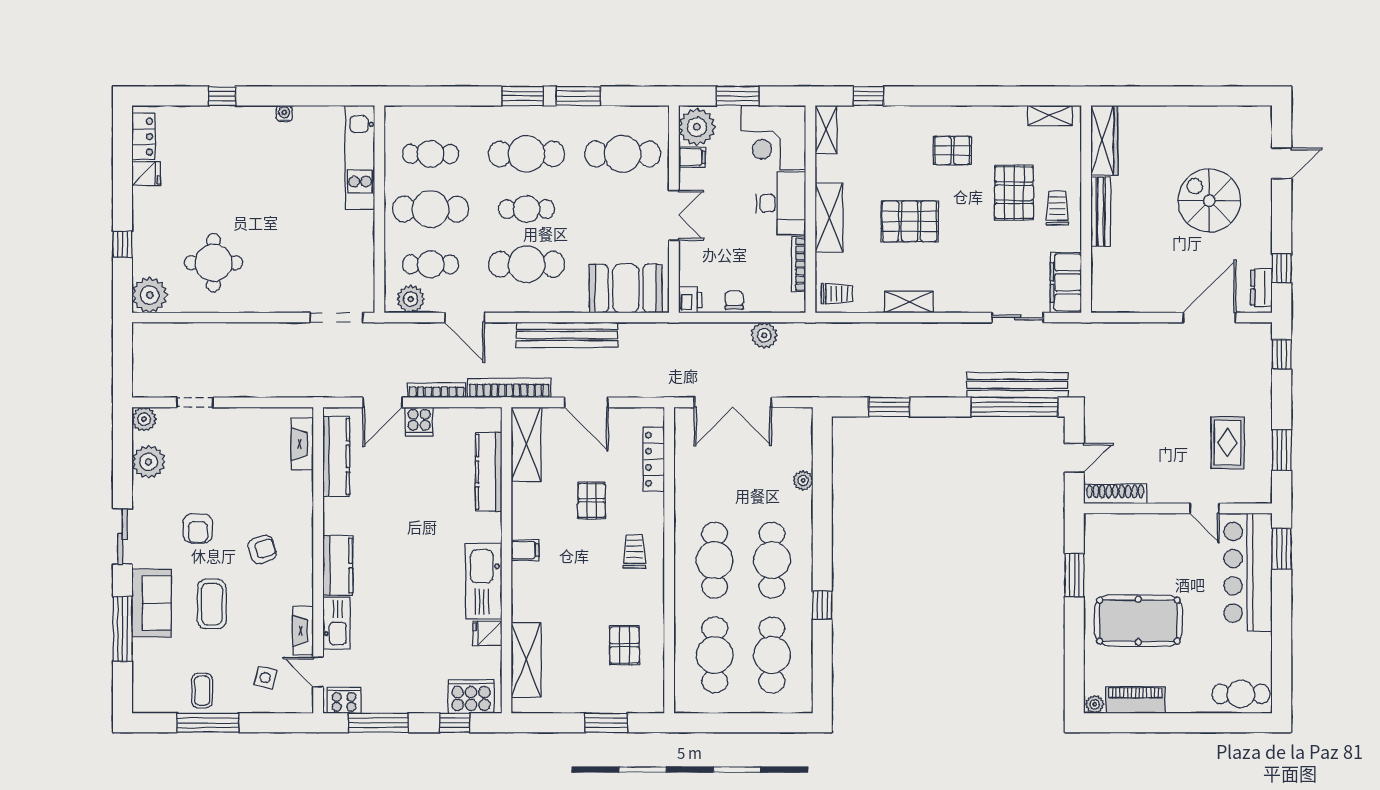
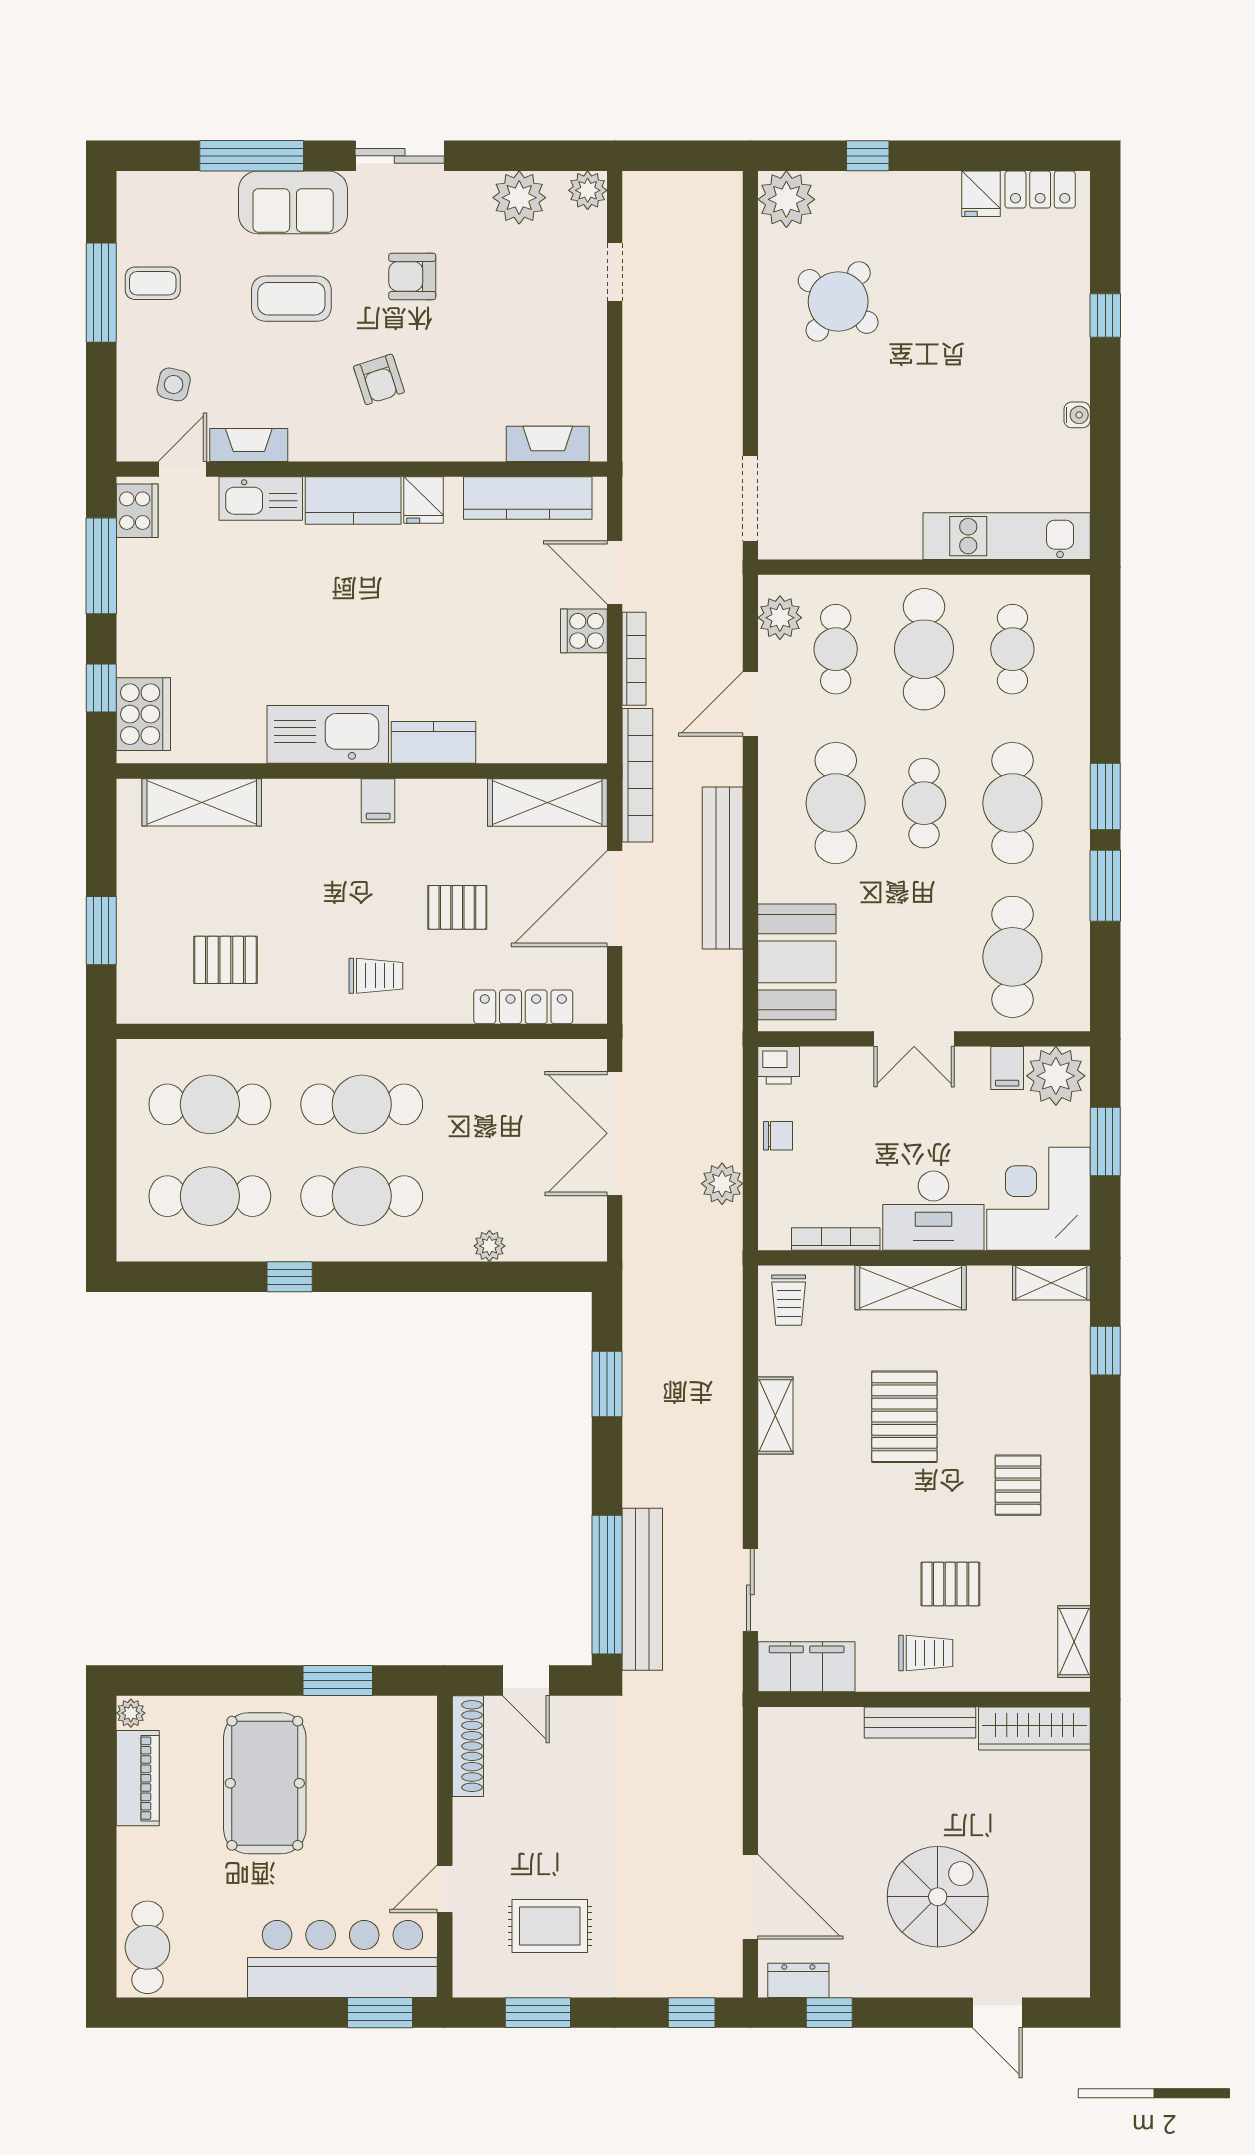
pallet: (1014, 193) -> (950, 1584), width x0.67, depth x0.71
round table: (213, 263) -> (838, 301), turned 36
door: (586, 402) -> (615, 899), width x1.36
kitchen counter: (489, 472) -> (433, 742), moved, width x0.67
fridge: (487, 633) -> (423, 500), moved, turned 180

